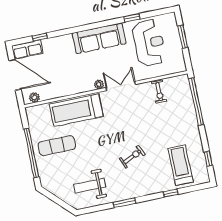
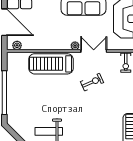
exercise mat: (57, 146) -> (28, 91), removed
exercise bike: (132, 157) -> (92, 82), moved

